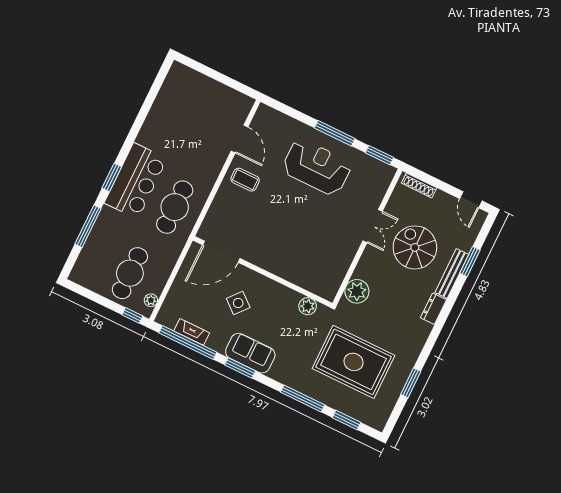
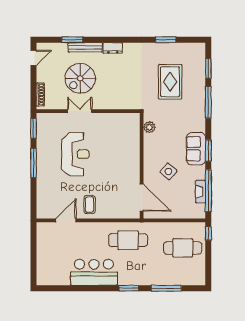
reception desk: (317, 167) -> (75, 154), moved, turned 180
bar counter: (136, 181) -> (94, 272), moved
plant: (357, 291) -> (125, 101), removed
plant: (151, 300) -> (193, 227), removed
rug: (353, 362) -> (170, 82), width x0.73, depth x0.69

